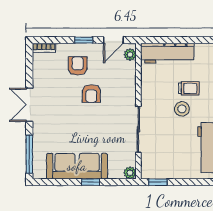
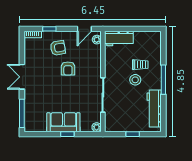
window: (84, 40) -> (49, 29), moved
workbench: (167, 53) -> (119, 38), width x0.73
armchair: (78, 66) -> (58, 48), turned 80
sofa: (77, 166) -> (63, 122), width x0.73
window: (158, 182) -> (133, 134), moved

